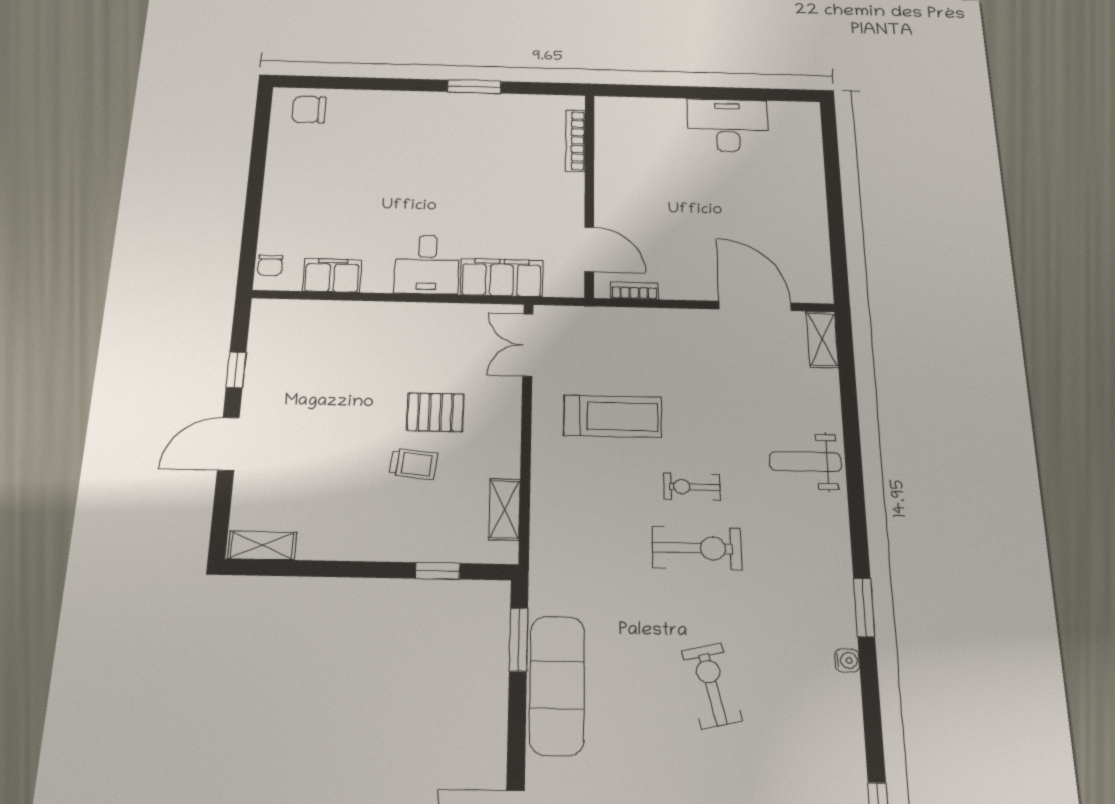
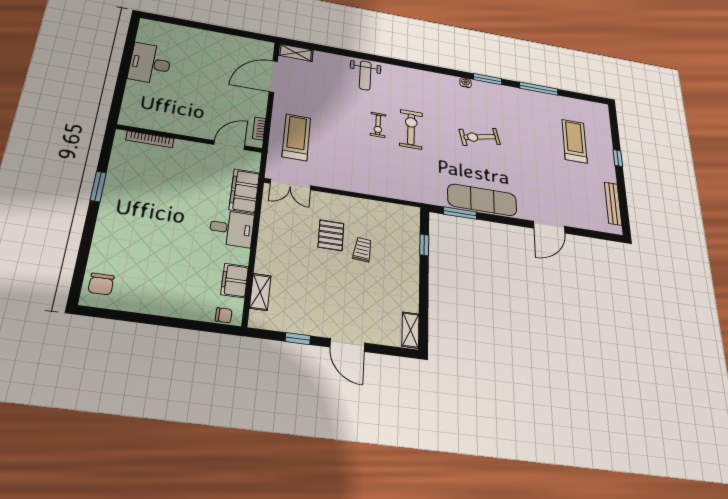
treadmill: (613, 416) -> (296, 137), moved
shelving: (505, 509) -> (260, 292), moved, turned 90
window: (864, 607) -> (488, 79), moved

